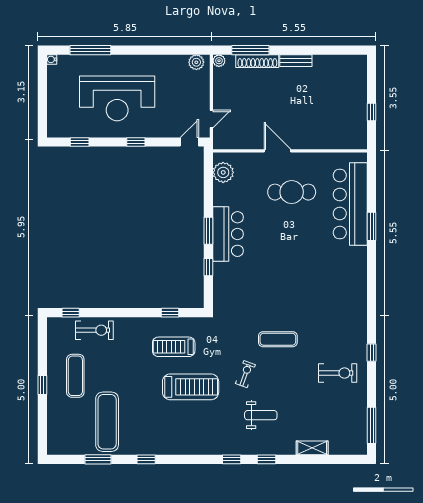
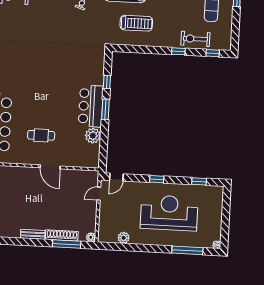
plant: (196, 62) -> (124, 238), moved
plant: (223, 172) -> (93, 136), moved
cafe table: (292, 192) -> (41, 135), width x0.73, depth x0.74
window: (170, 313) -> (178, 51), moved
exercise mat: (278, 339) -> (57, 25), removed

